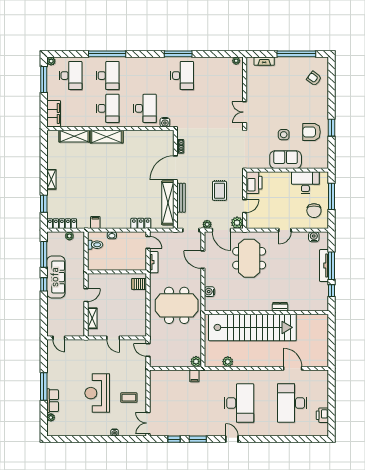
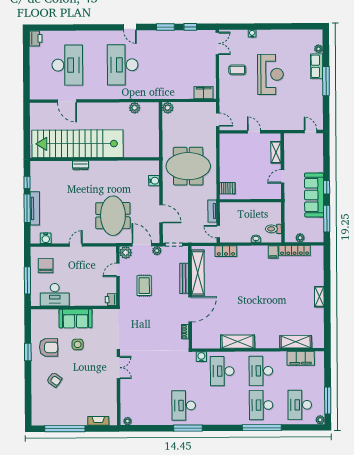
armchair: (314, 79) -> (54, 380), moved
filing cabinet: (54, 113) -> (301, 358), moved, turned -90
shelving: (107, 137) -> (238, 342), moved
printer: (254, 183) -> (111, 300), width x0.53, depth x0.68
window: (44, 204) -> (327, 271), removed
locker: (62, 224) -> (295, 251), moved
stairs: (252, 327) -> (78, 144), moved
filing cabinet: (194, 376) -> (204, 93), moved, width x2.00
printer: (322, 415) -> (36, 38), moved

